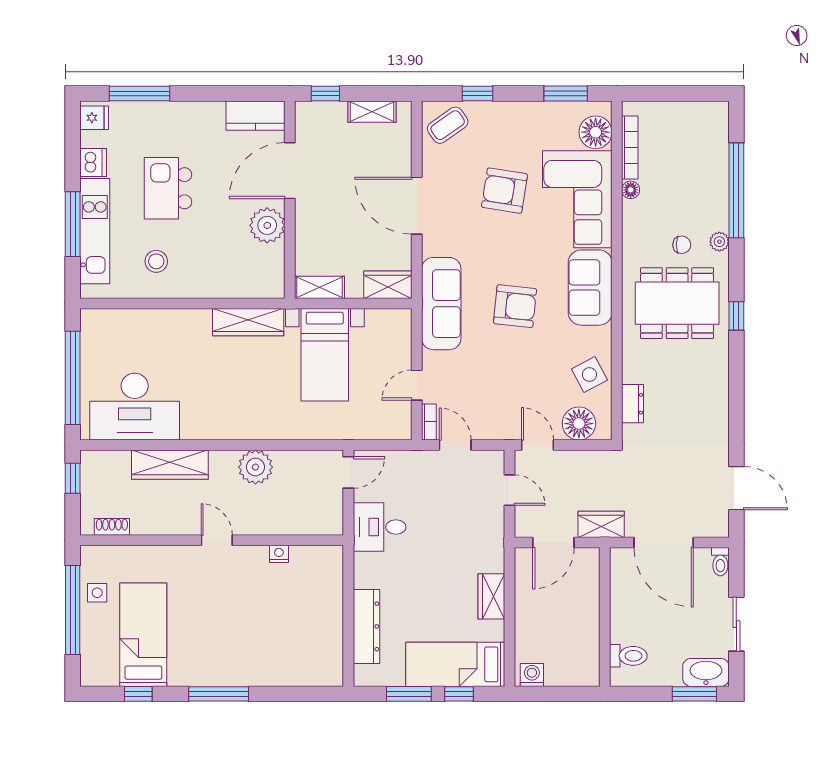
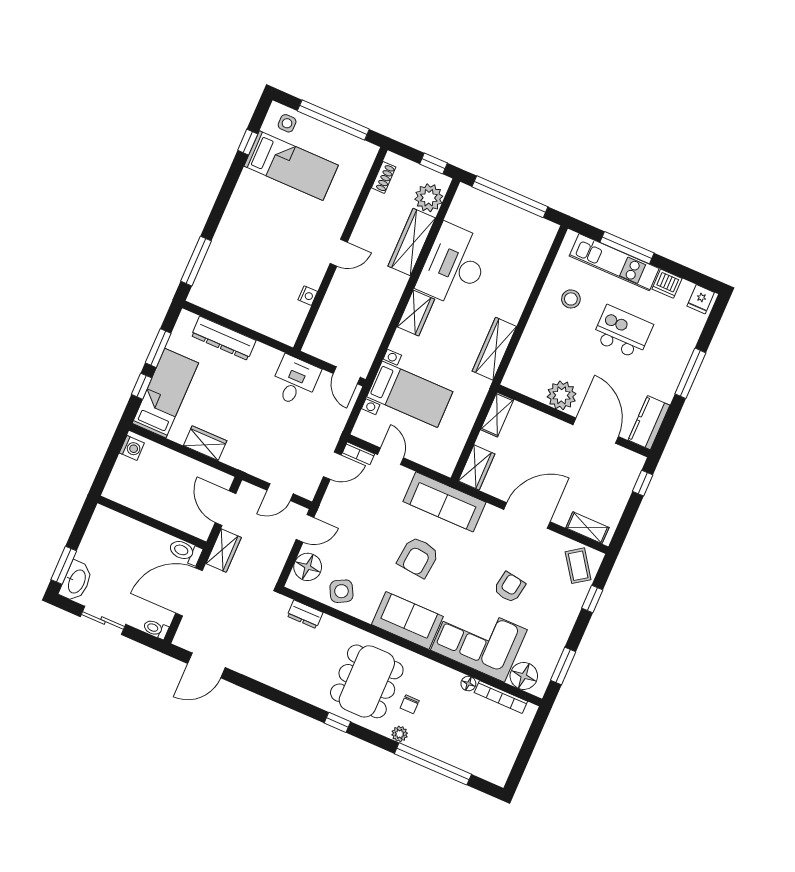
window: (139, 94) -> (690, 373), moved
shelving: (372, 112) -> (587, 528), moved, turned 90
armchair: (504, 191) -> (510, 587), width x0.72, depth x0.72
bed with nightstands: (325, 355) -> (410, 394), moved, turned 180
desk: (135, 407) -> (454, 265), moved
wardrobe: (246, 426) -> (416, 313), added
plant: (255, 467) -> (429, 198), moved
side table: (97, 593) -> (287, 123), moved
toilet: (628, 656) -> (185, 552), moved, turned 90
window: (219, 694) -> (196, 261), moved

